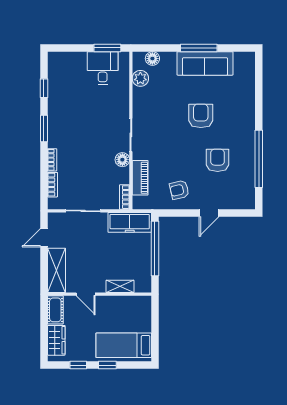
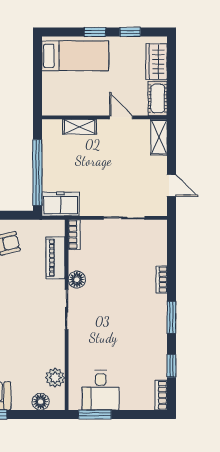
bookcase: (53, 185) -> (161, 395), moved
freezer: (130, 222) -> (61, 204), width x0.71
door: (44, 238) -> (171, 185), hinge flipped
shelving: (57, 270) -> (159, 137), width x0.67, depth x0.75

